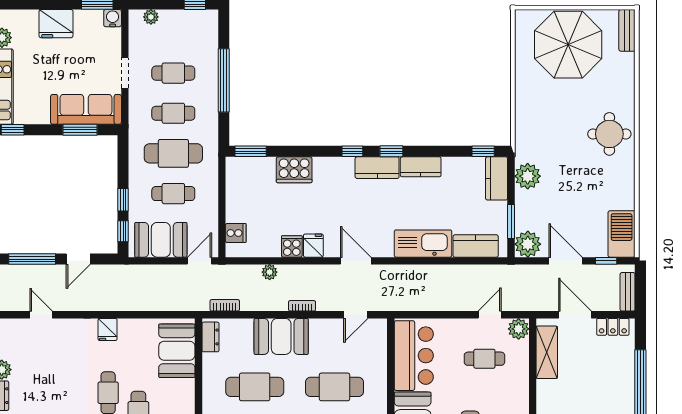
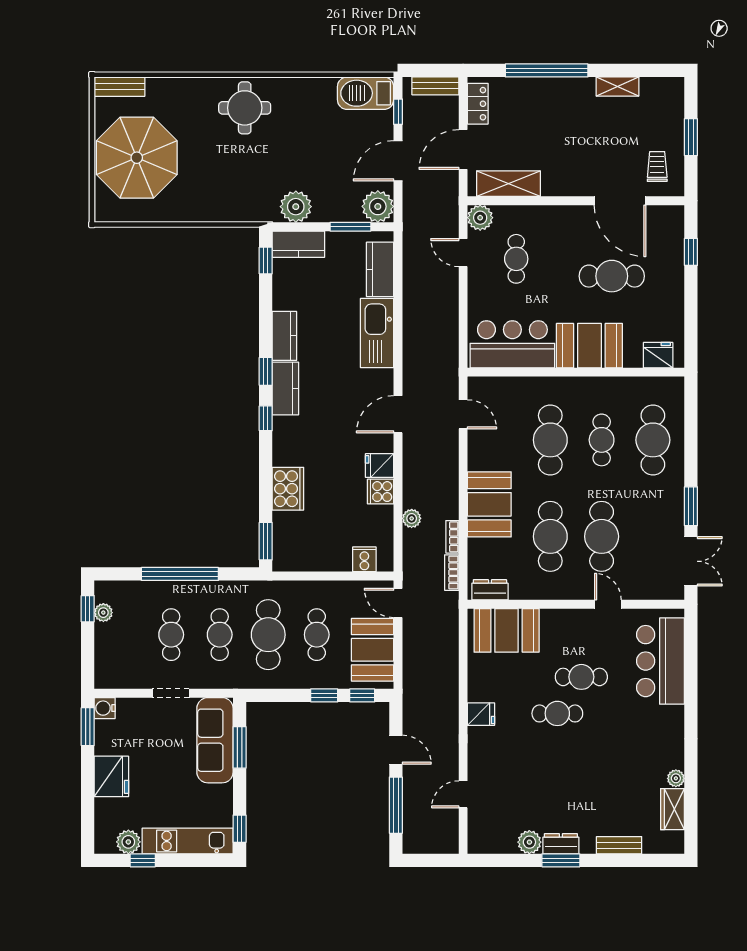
plant: (151, 17) -> (103, 613), moved
bookcase: (302, 306) -> (452, 537), moved

